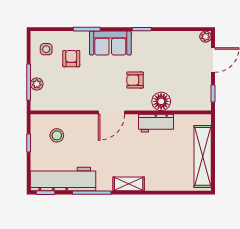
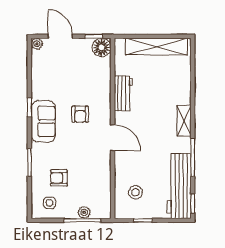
sofa: (110, 43) -> (43, 121), moved
floor lamp: (161, 101) -> (102, 47), moved

